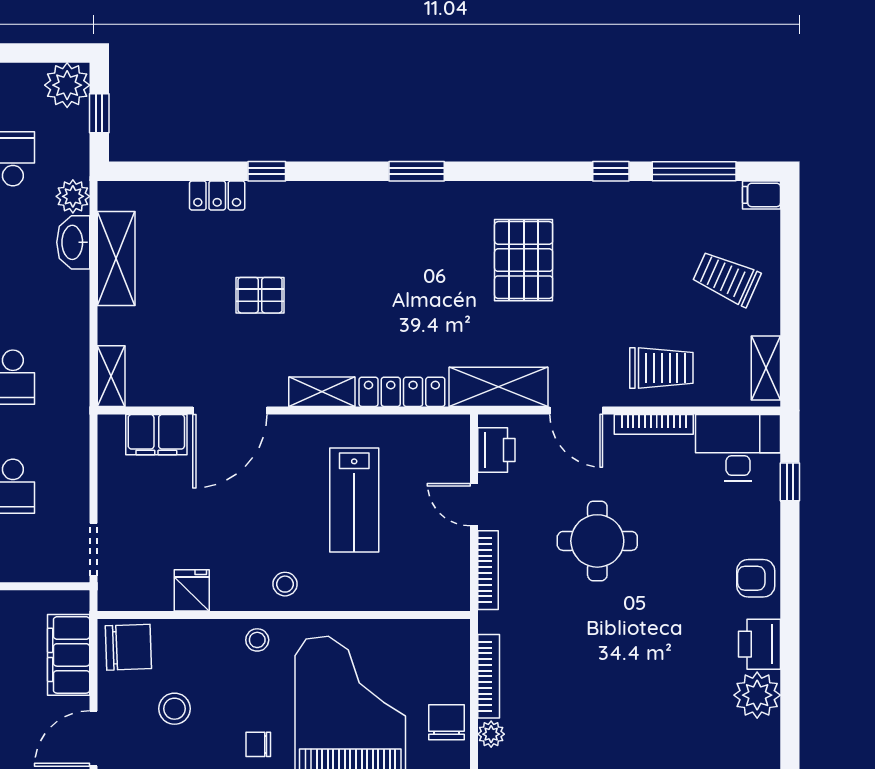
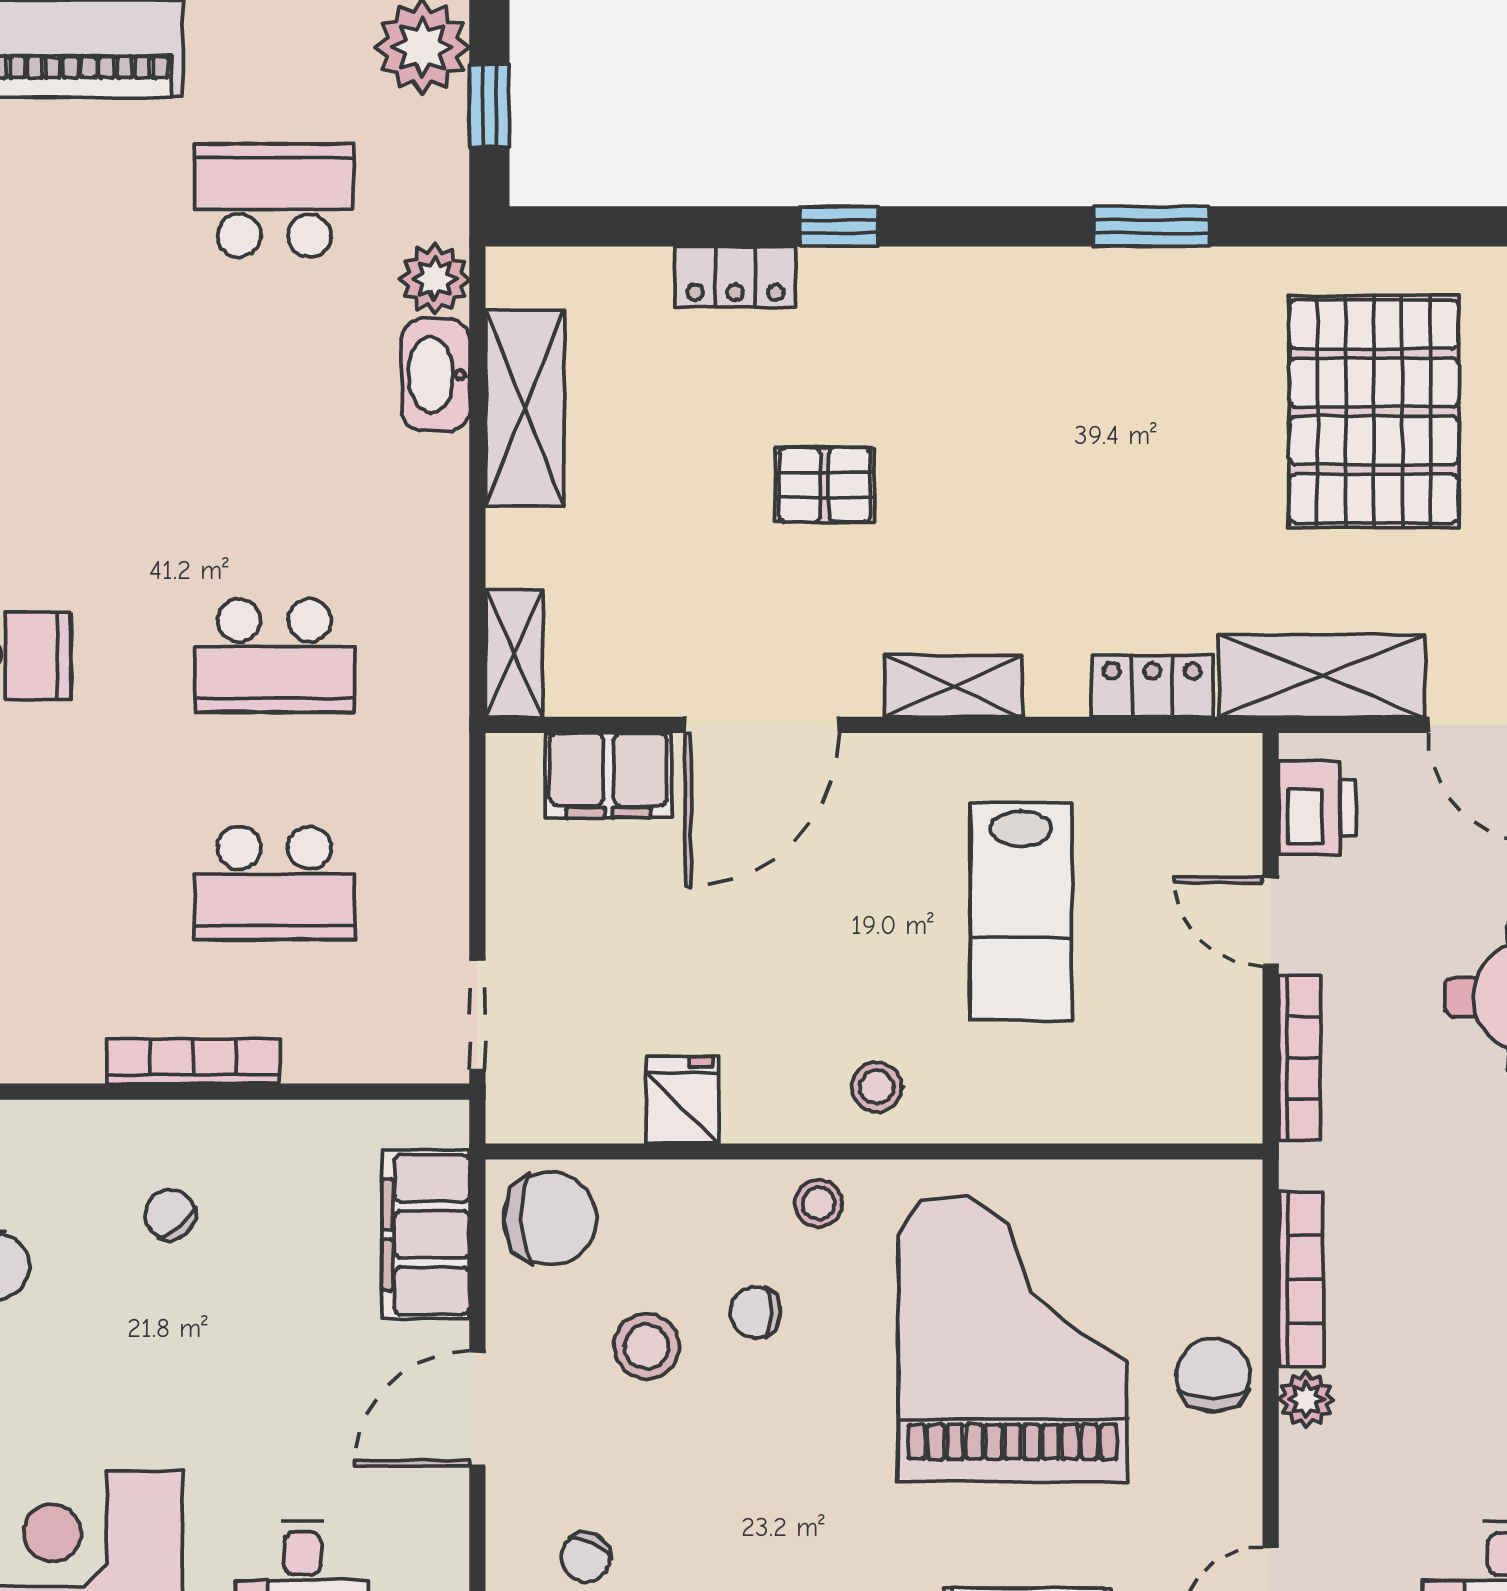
pallet: (524, 260) -> (1374, 412), width x1.37, depth x1.41
locker: (402, 392) -> (1152, 686), width x0.66
chair: (258, 744) -> (756, 1312), moved

